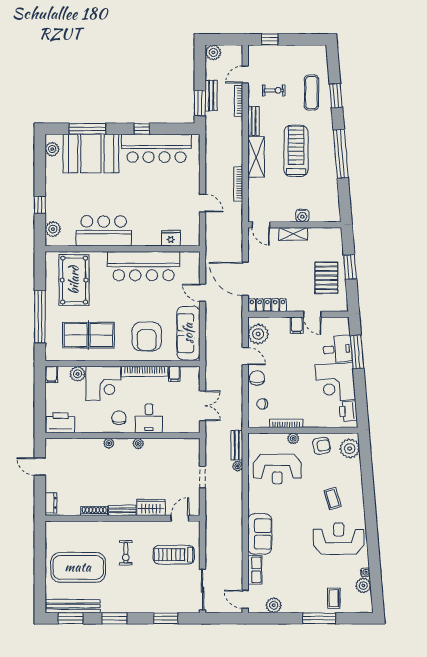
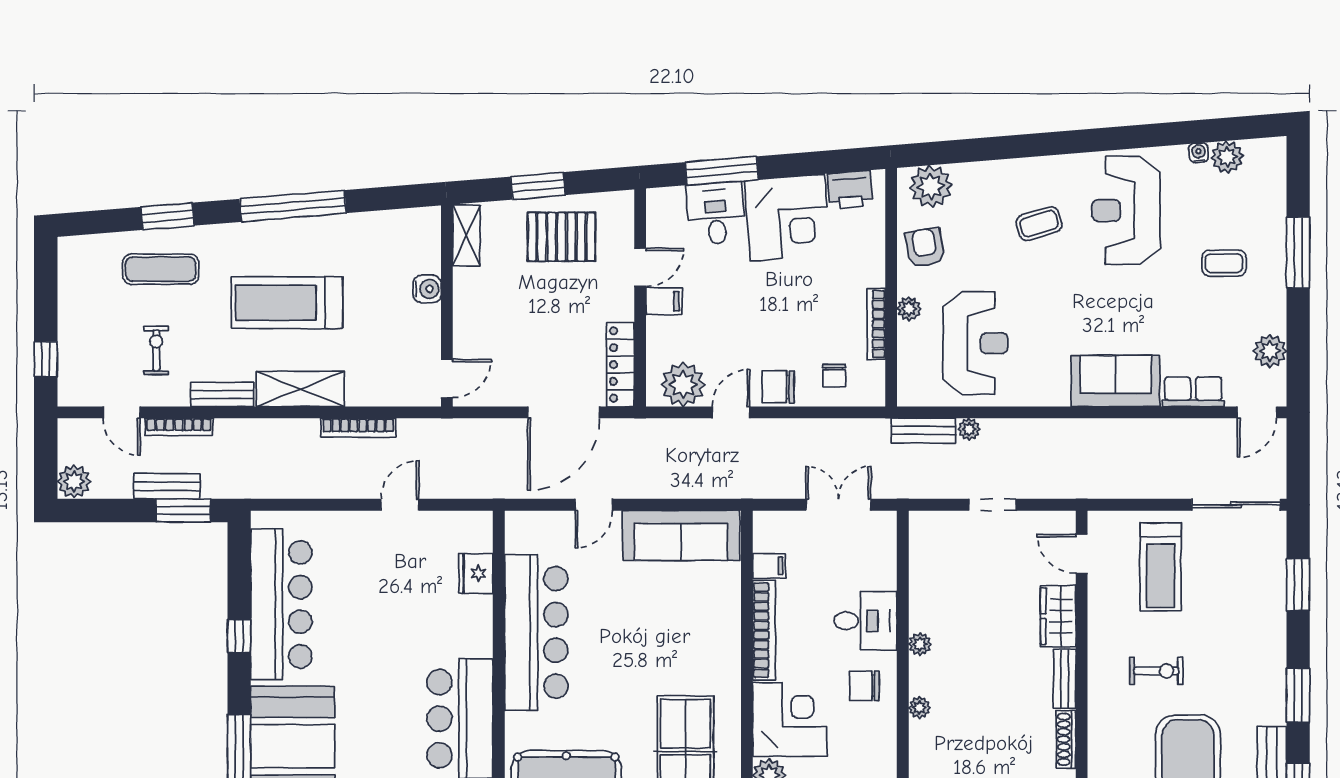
shelving: (293, 234) -> (466, 235), moved
armchair: (147, 336) -> (688, 626), removed
coffee table: (334, 598) -> (1224, 263), moved

